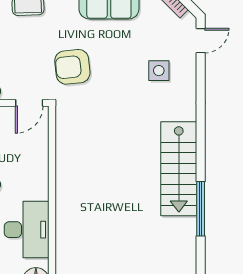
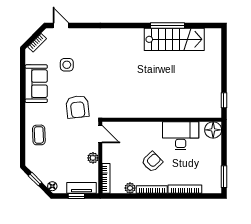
side table: (159, 71) -> (67, 65), moved
stairs: (179, 169) -> (174, 39), moved

